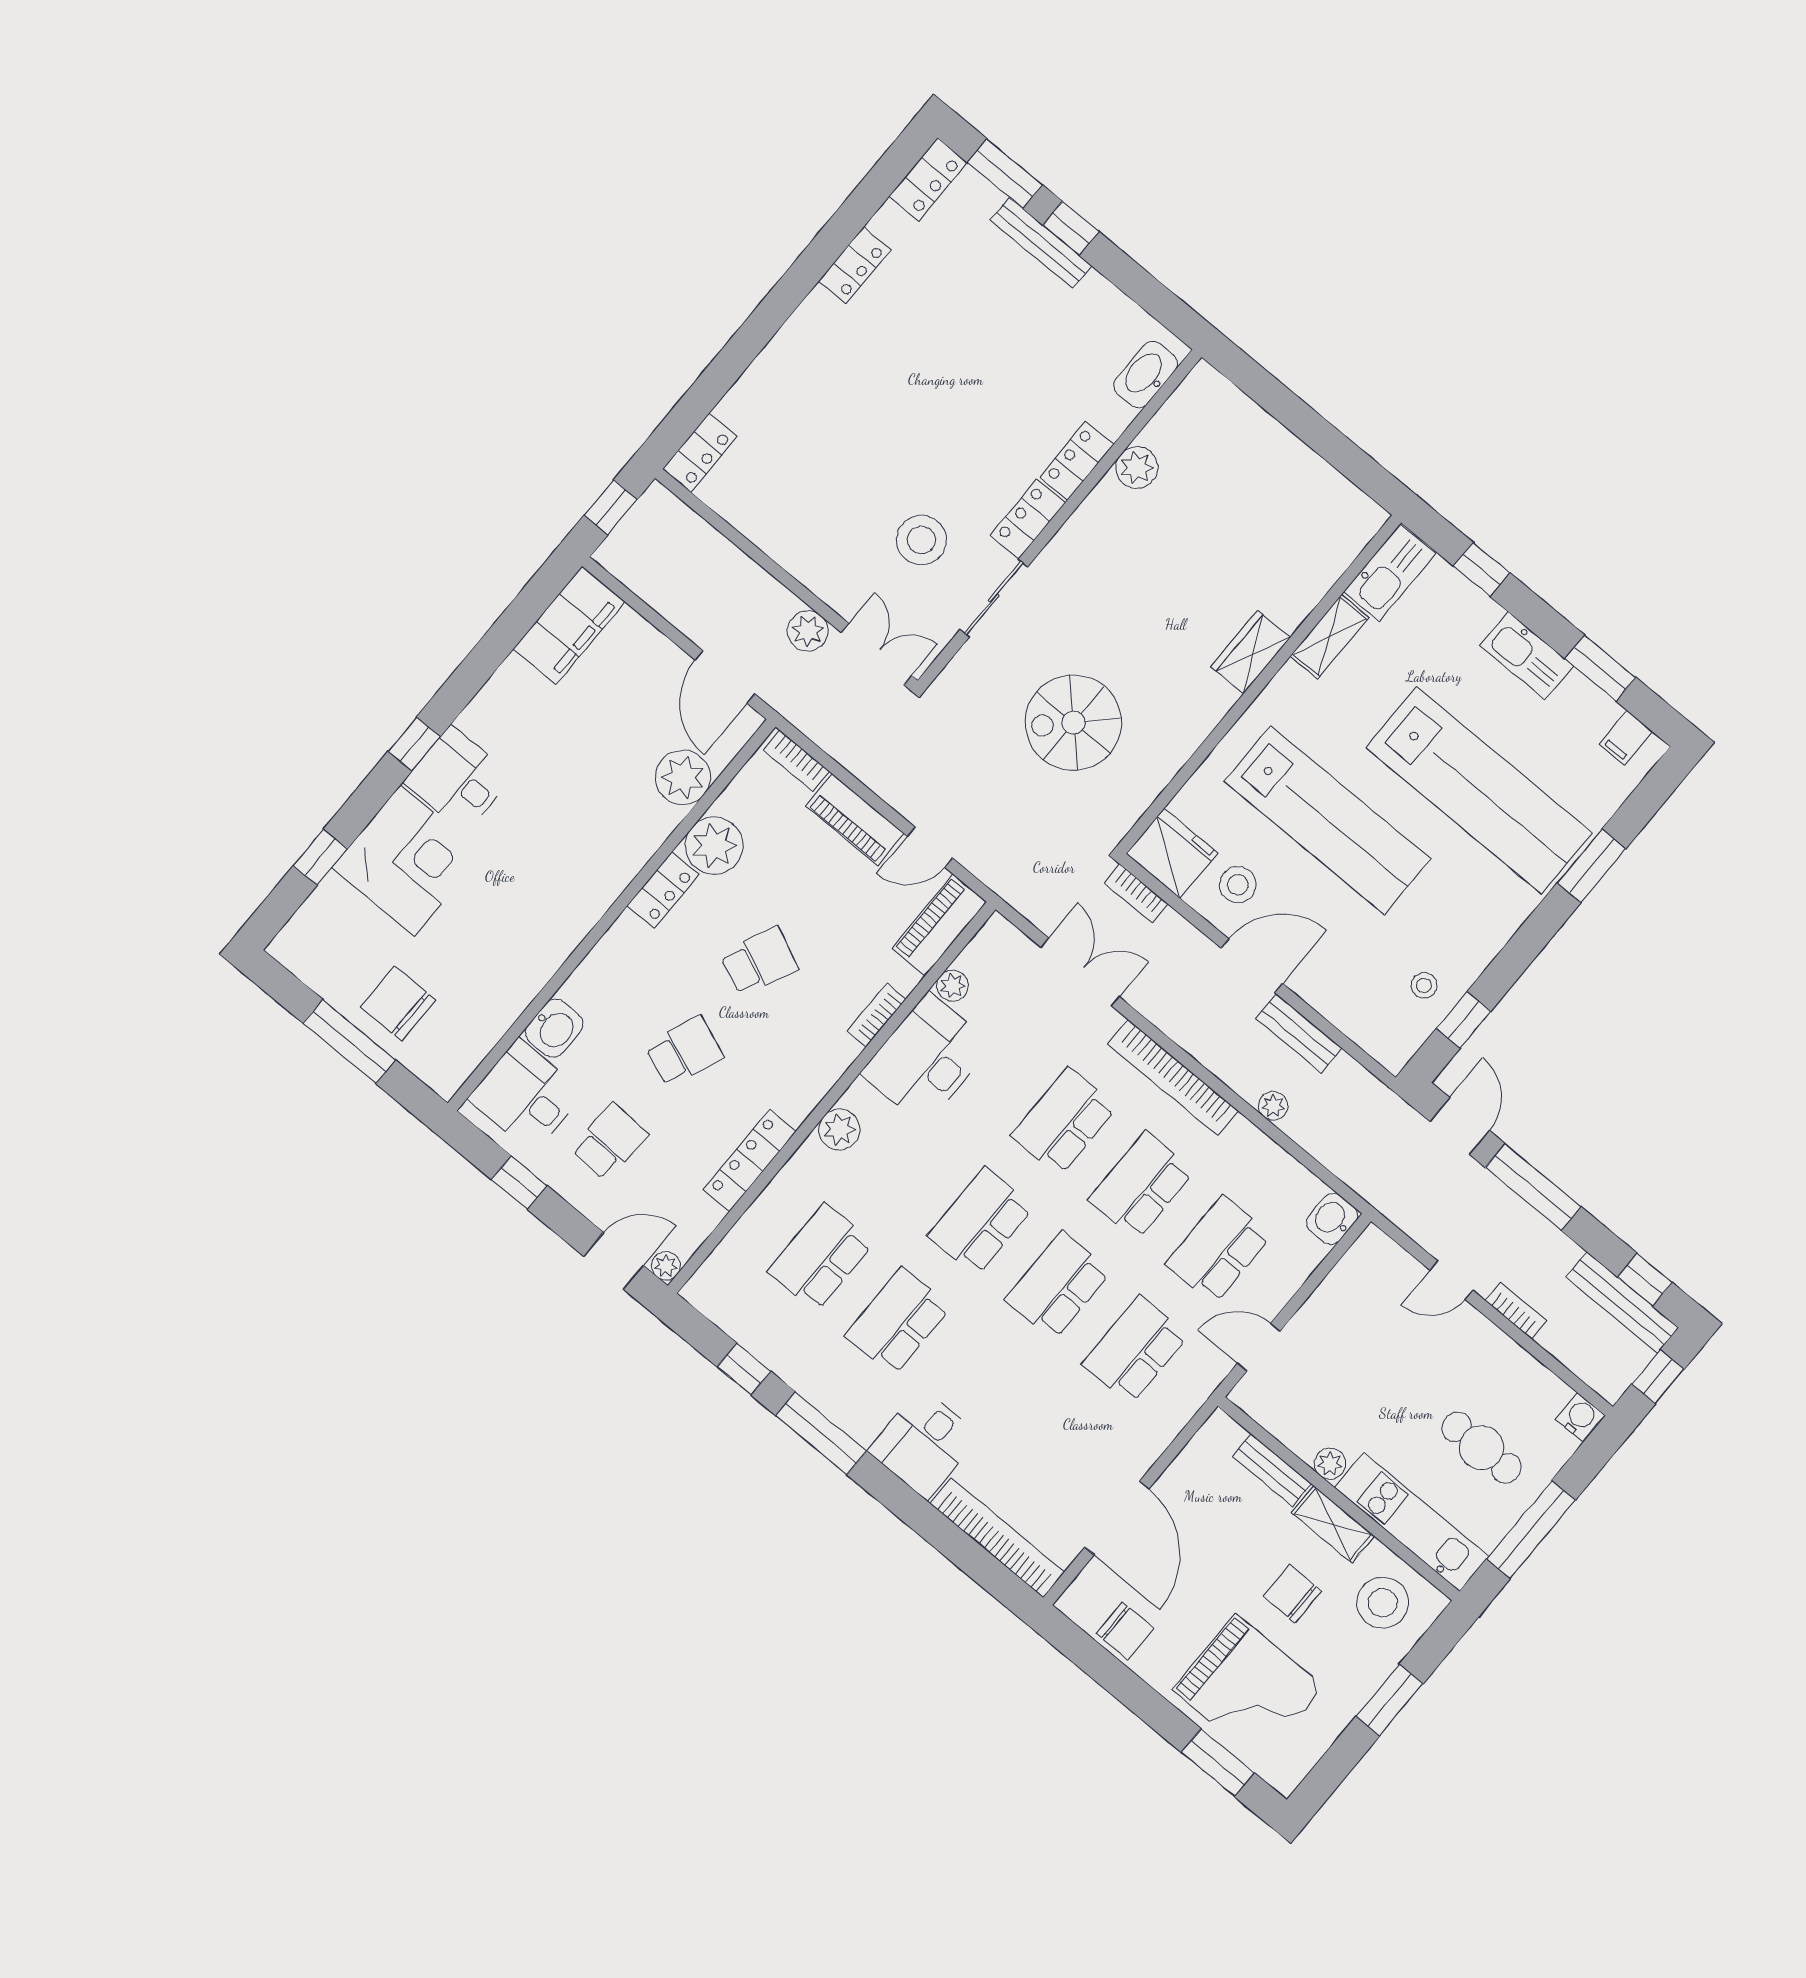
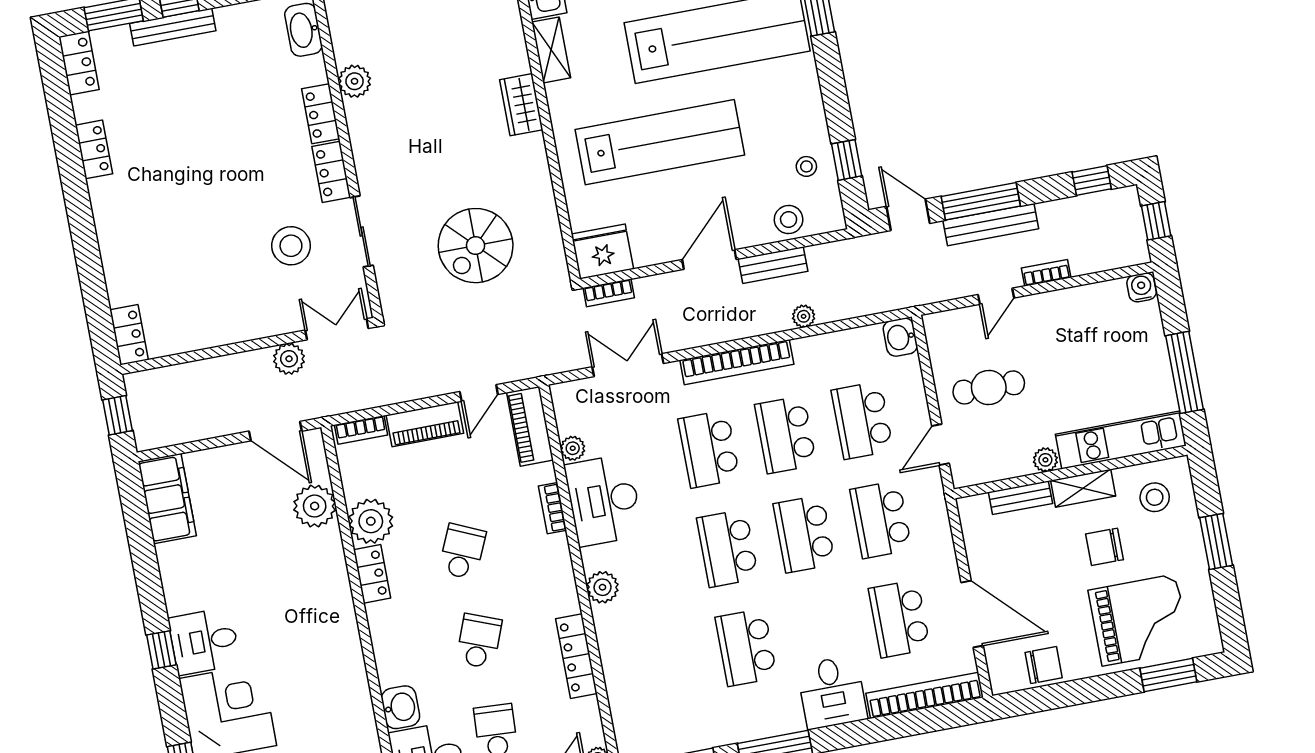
stool: (1238, 885) -> (789, 219), moved
school desk: (820, 1257) -> (899, 619), moved
bench: (1622, 1302) -> (991, 225), moved
cafe table: (1481, 1448) -> (989, 387), moved
stool: (1383, 1603) -> (1155, 497), width x0.73, depth x0.73

